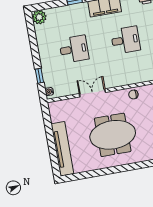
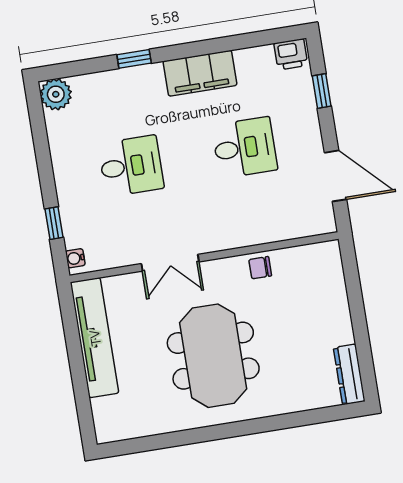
double door: (92, 93) -> (170, 263), swing flipped
meeting table: (113, 135) -> (213, 356), turned 90
tv unit: (62, 149) -> (95, 338), moved

